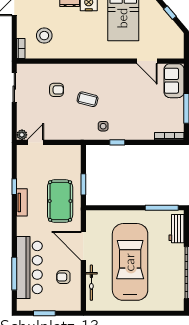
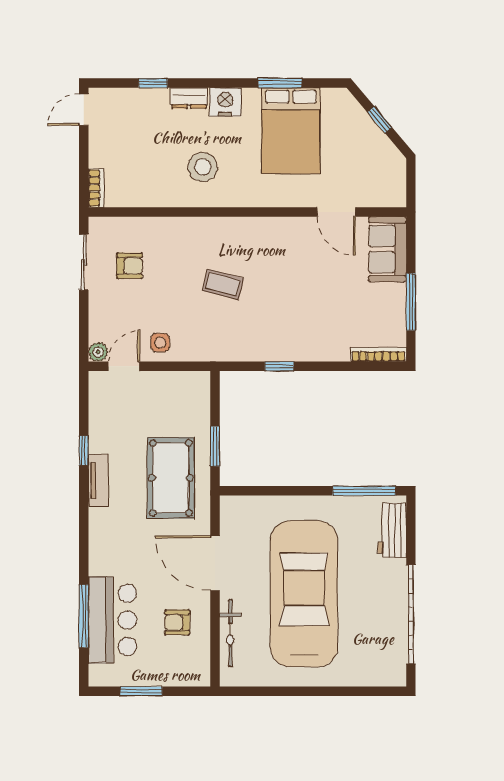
stool: (44, 36) -> (203, 167), moved
armchair: (57, 90) -> (130, 266), moved
side table: (103, 126) -> (160, 343), moved
bar counter: (29, 267) -> (112, 620), width x0.73

